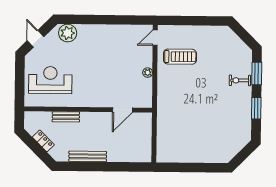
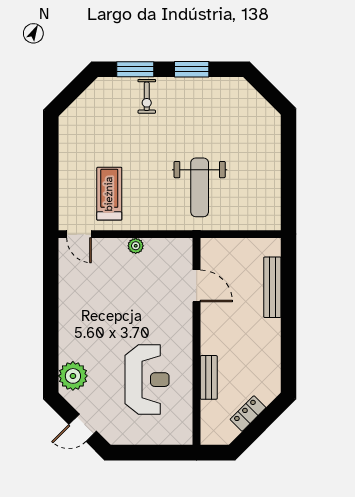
reception desk: (50, 80) -> (147, 380), moved, turned 180
weight bench: (183, 112) -> (200, 187), added
bench: (88, 156) -> (272, 287), moved

